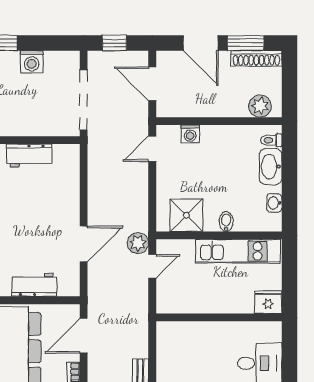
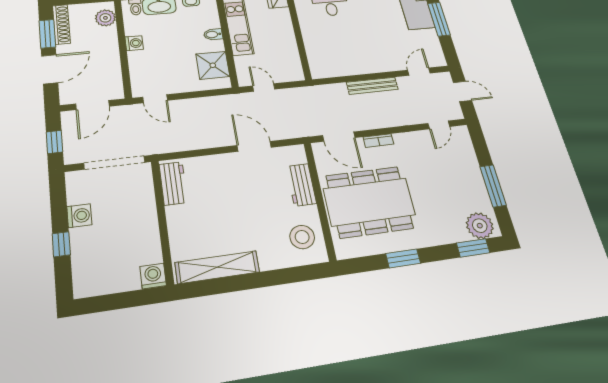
washing machine: (190, 134) -> (134, 43), moved
workbench: (29, 156) -> (173, 183), moved
plant: (138, 243) -> (245, 101), removed

